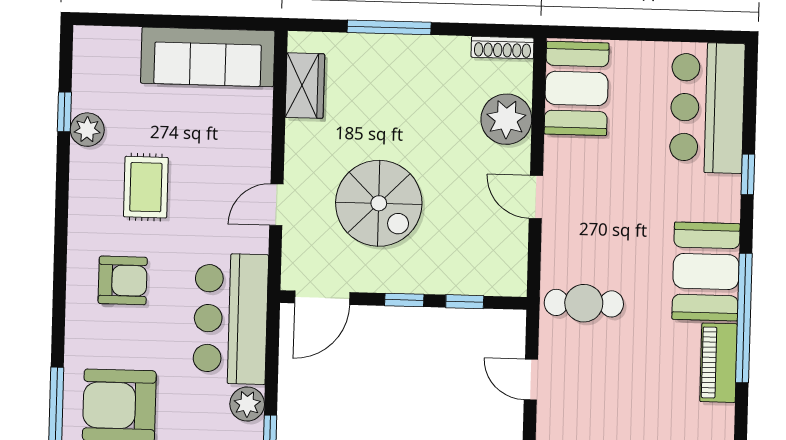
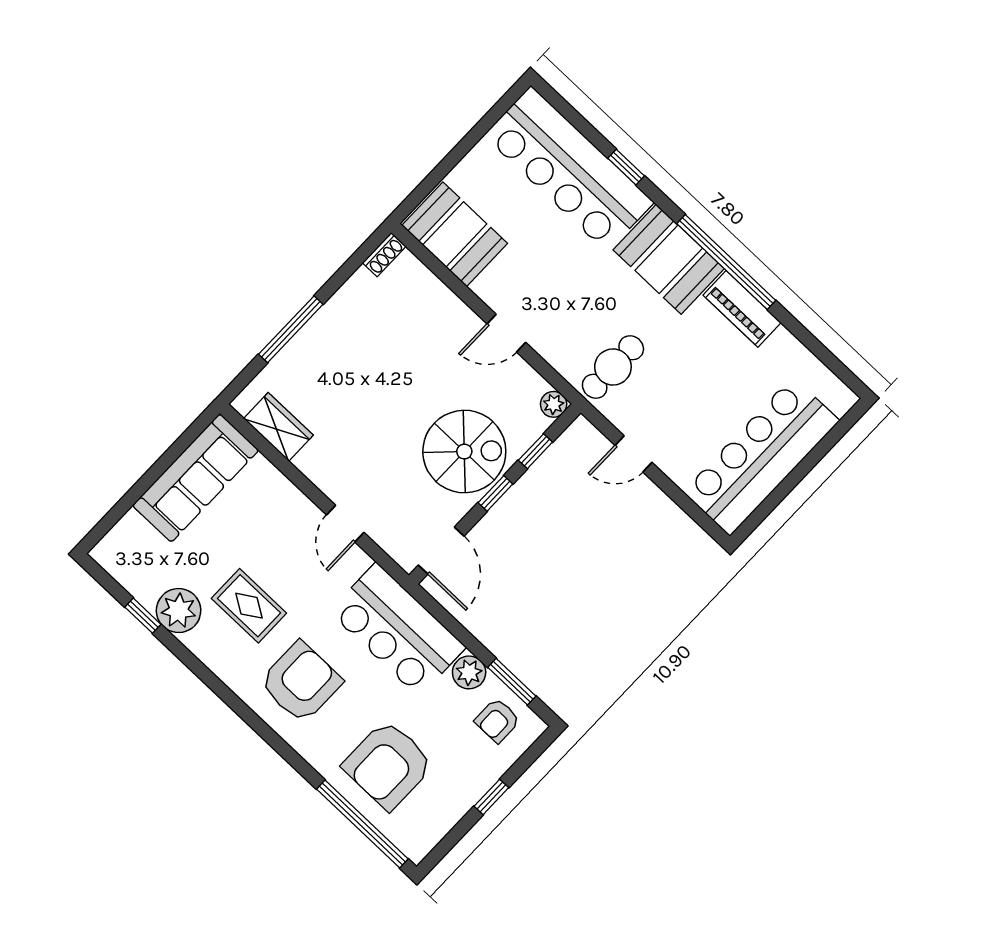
shoe rack: (503, 48) -> (384, 255), width x0.70
bar counter: (707, 108) -> (569, 169), width x1.36
plant: (506, 119) -> (554, 404), moved, width x0.53, depth x0.53
plant: (87, 130) -> (179, 611), width x1.36, depth x1.36
spiral stairs: (379, 203) -> (464, 452), moved
armchair: (123, 280) -> (301, 682), width x1.36, depth x1.36

